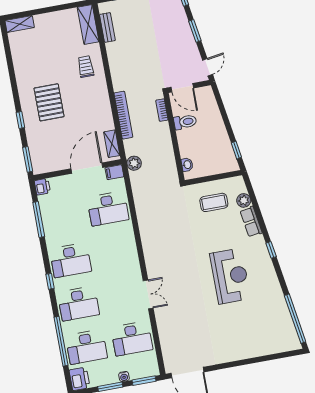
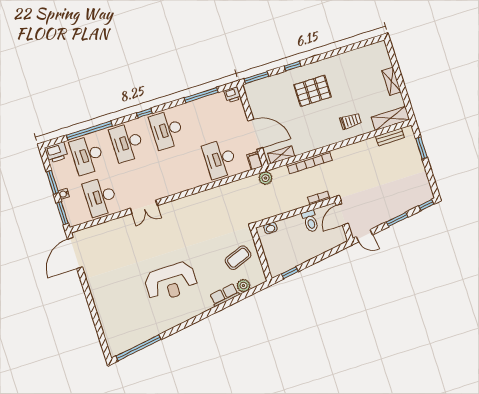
shelving: (20, 24) -> (391, 81), moved
coffee table: (214, 202) -> (238, 258), turned 69
window: (271, 250) -> (200, 317), removed

